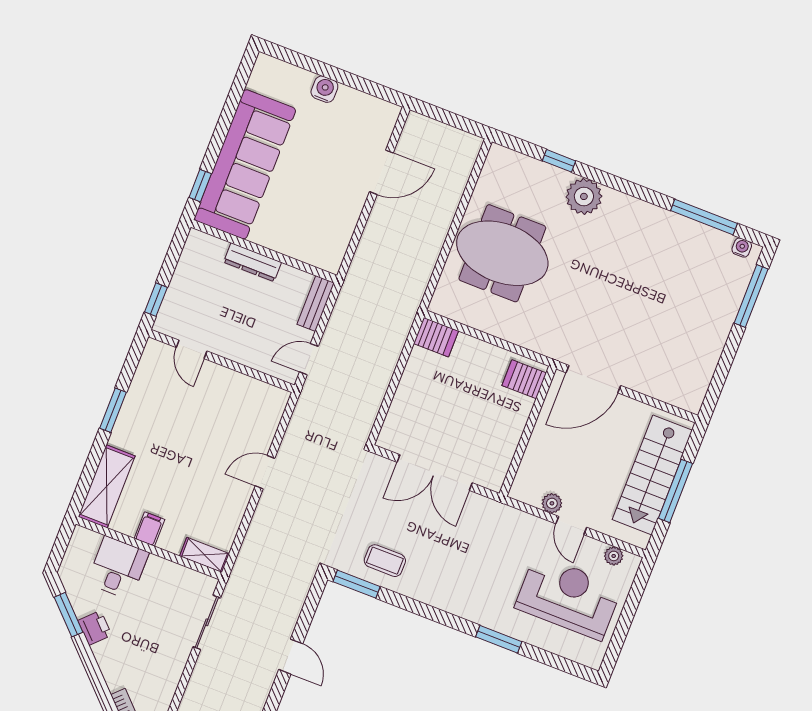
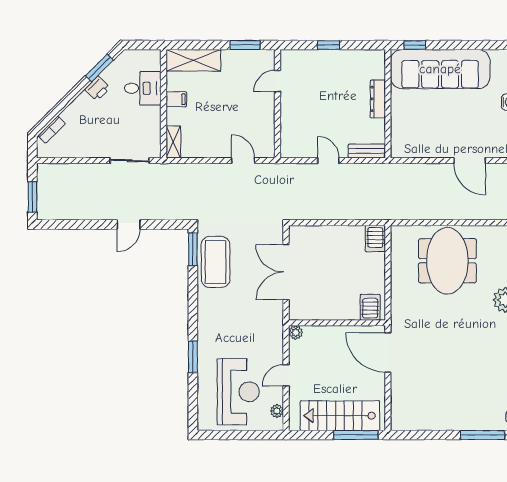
door: (192, 349) -> (277, 81), moved
wall: (221, 361) -> (277, 104), moved
window: (675, 491) -> (356, 435), moved
plant: (552, 503) -> (296, 332), moved
coffee table: (385, 561) -> (216, 262), width x1.86, depth x1.72

